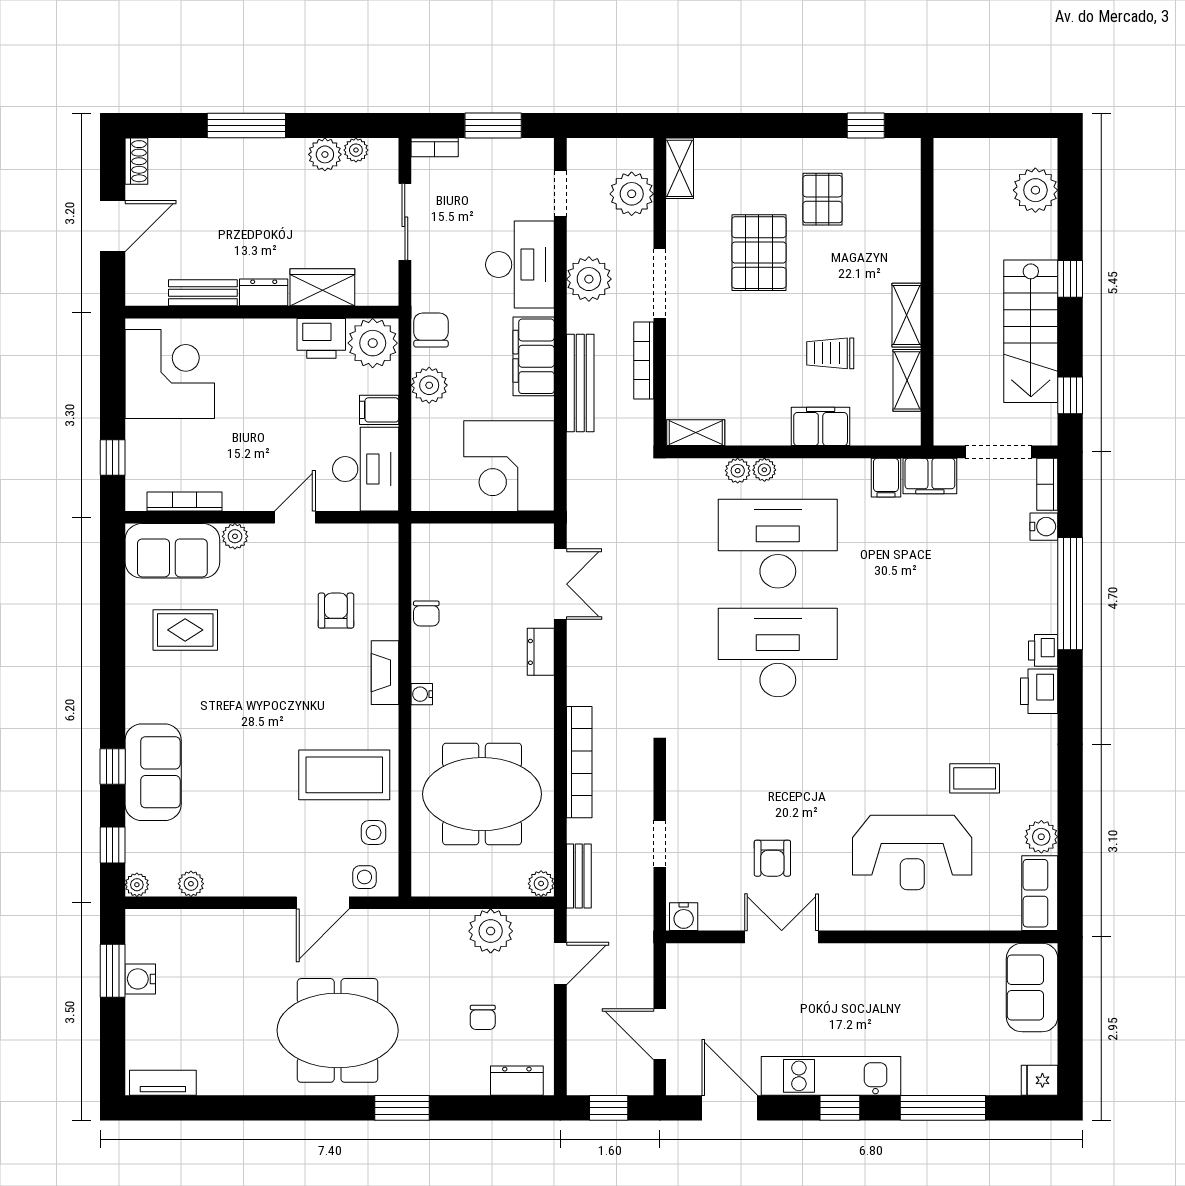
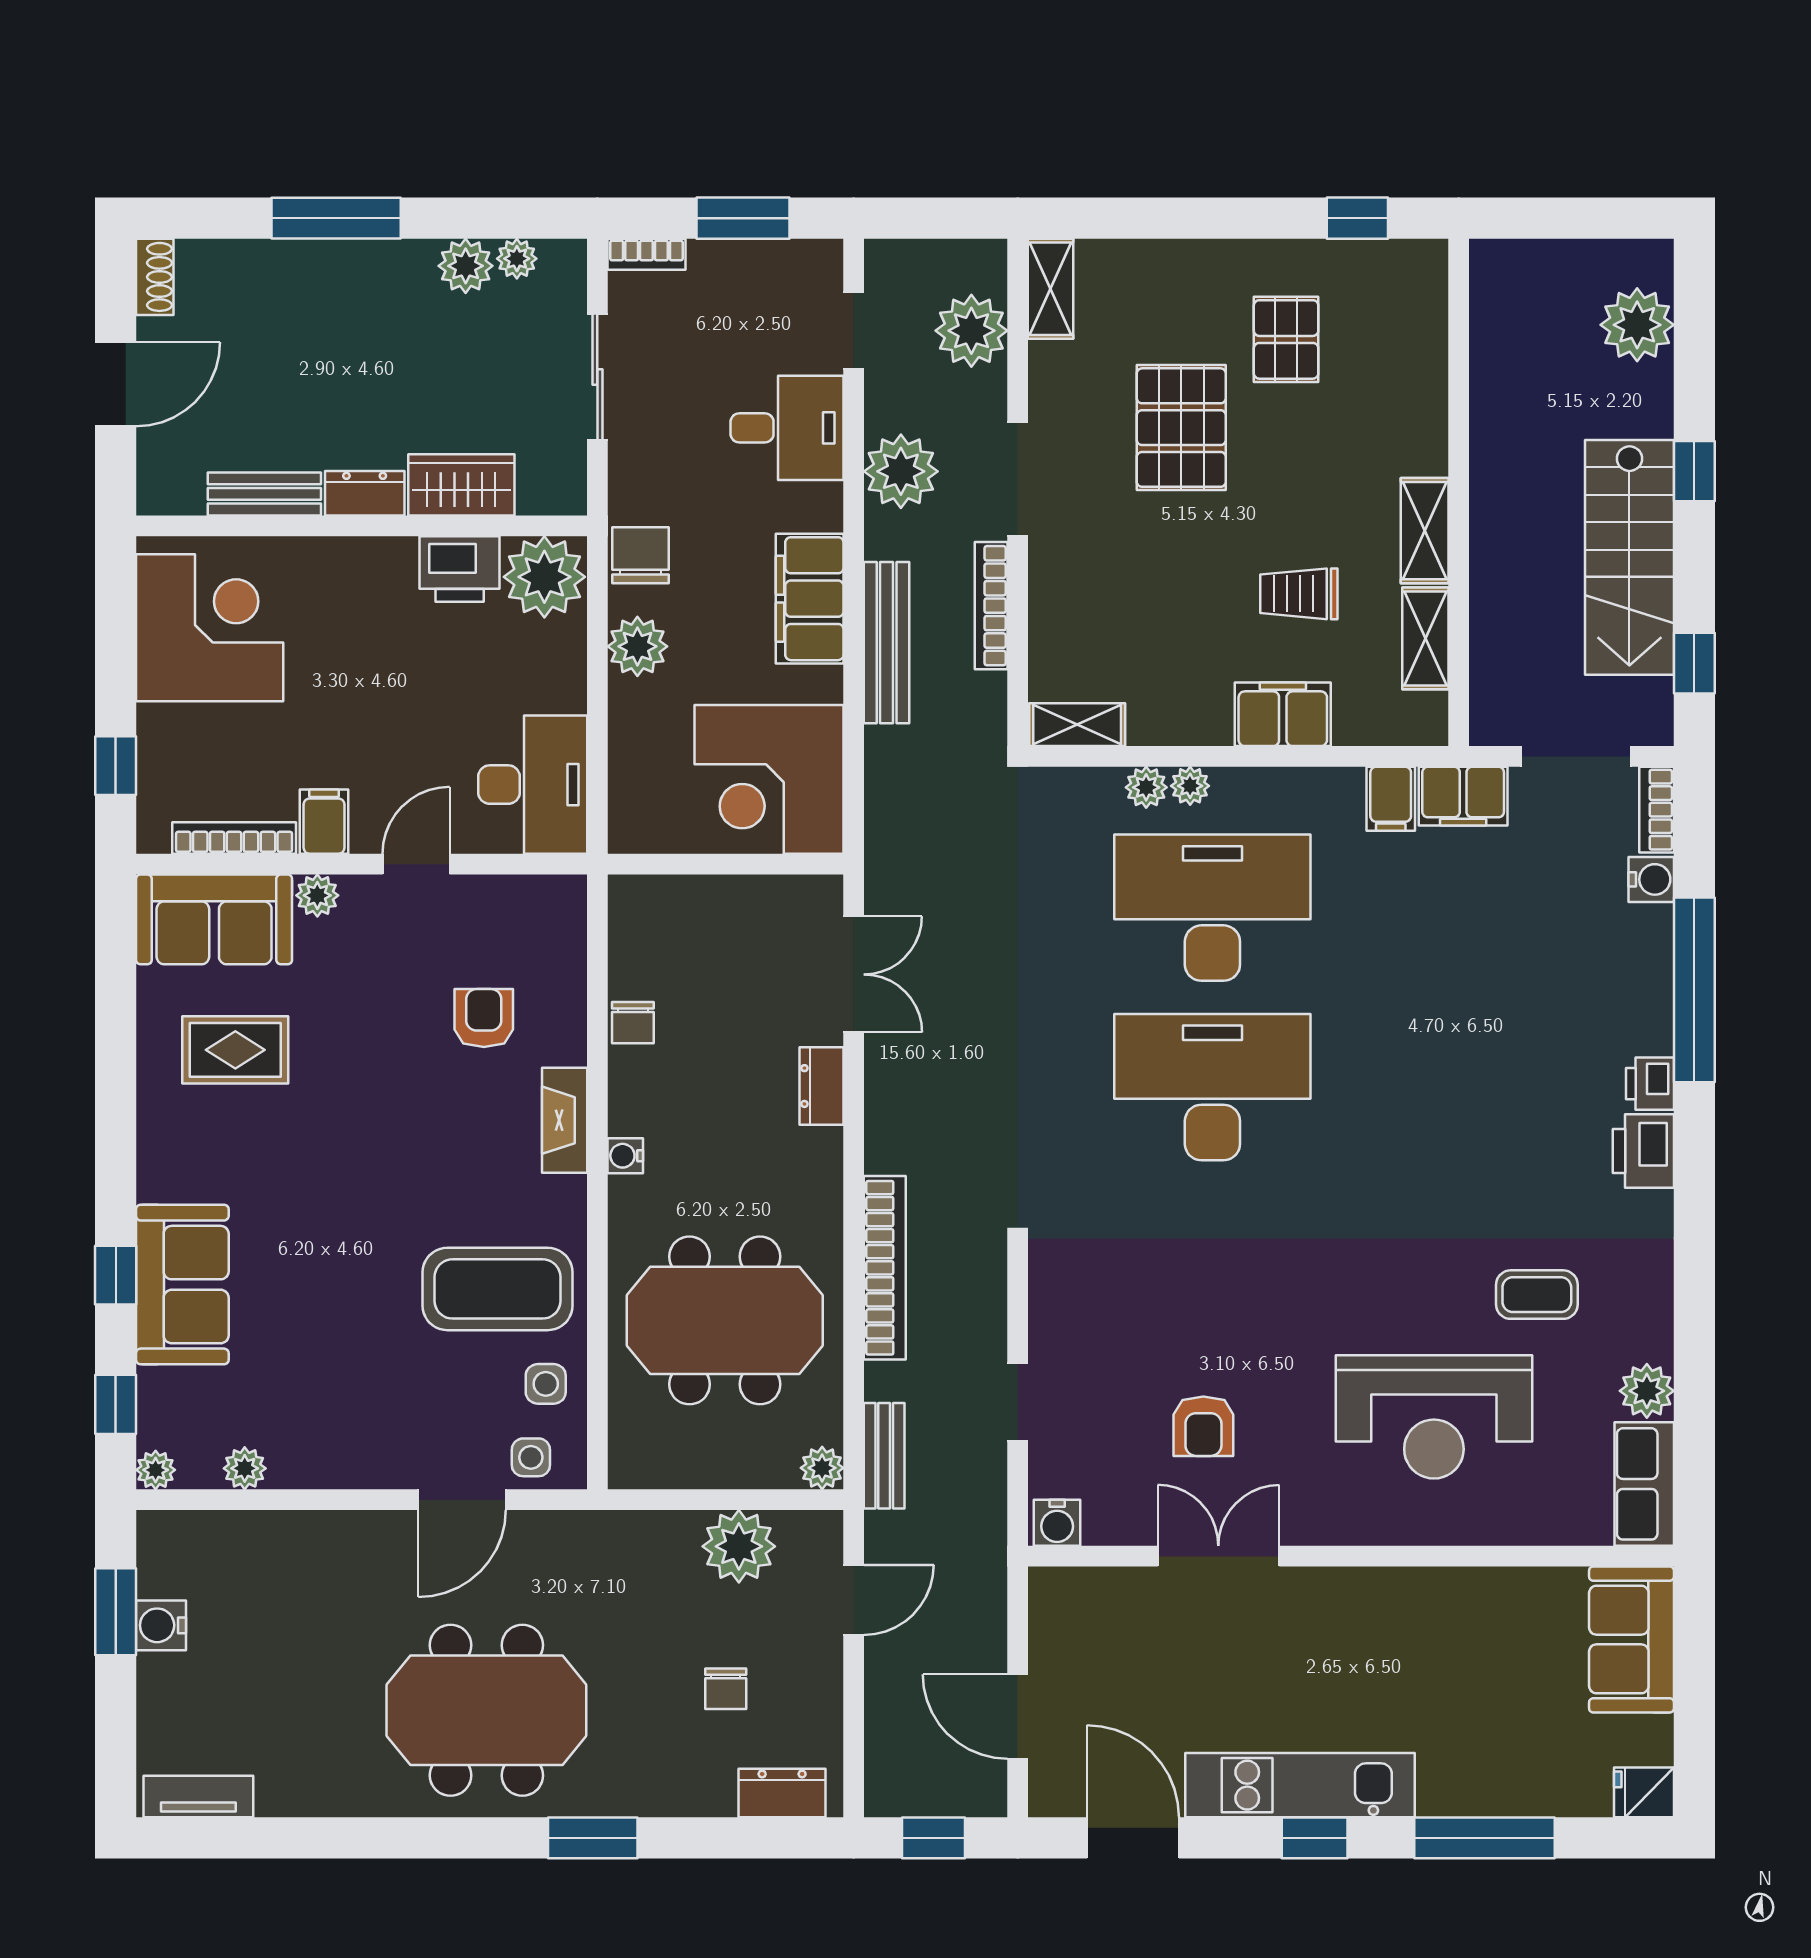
desk: (520, 265) -> (787, 428), width x0.73
filing cabinet: (379, 410) -> (324, 822), moved, turned 90

